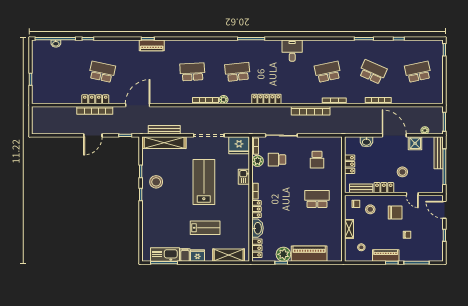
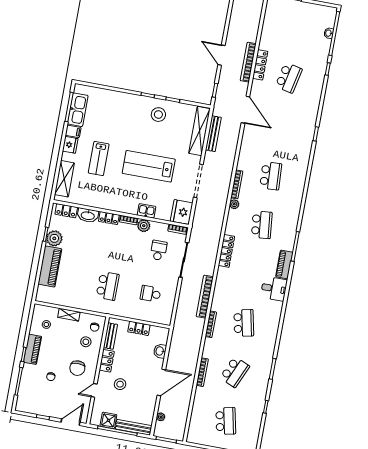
piano: (152, 45) -> (284, 264), moved
shower: (415, 143) -> (108, 420), moved
plant: (257, 161) -> (144, 226), moved
lab bench: (204, 182) -> (149, 166), turned 180

